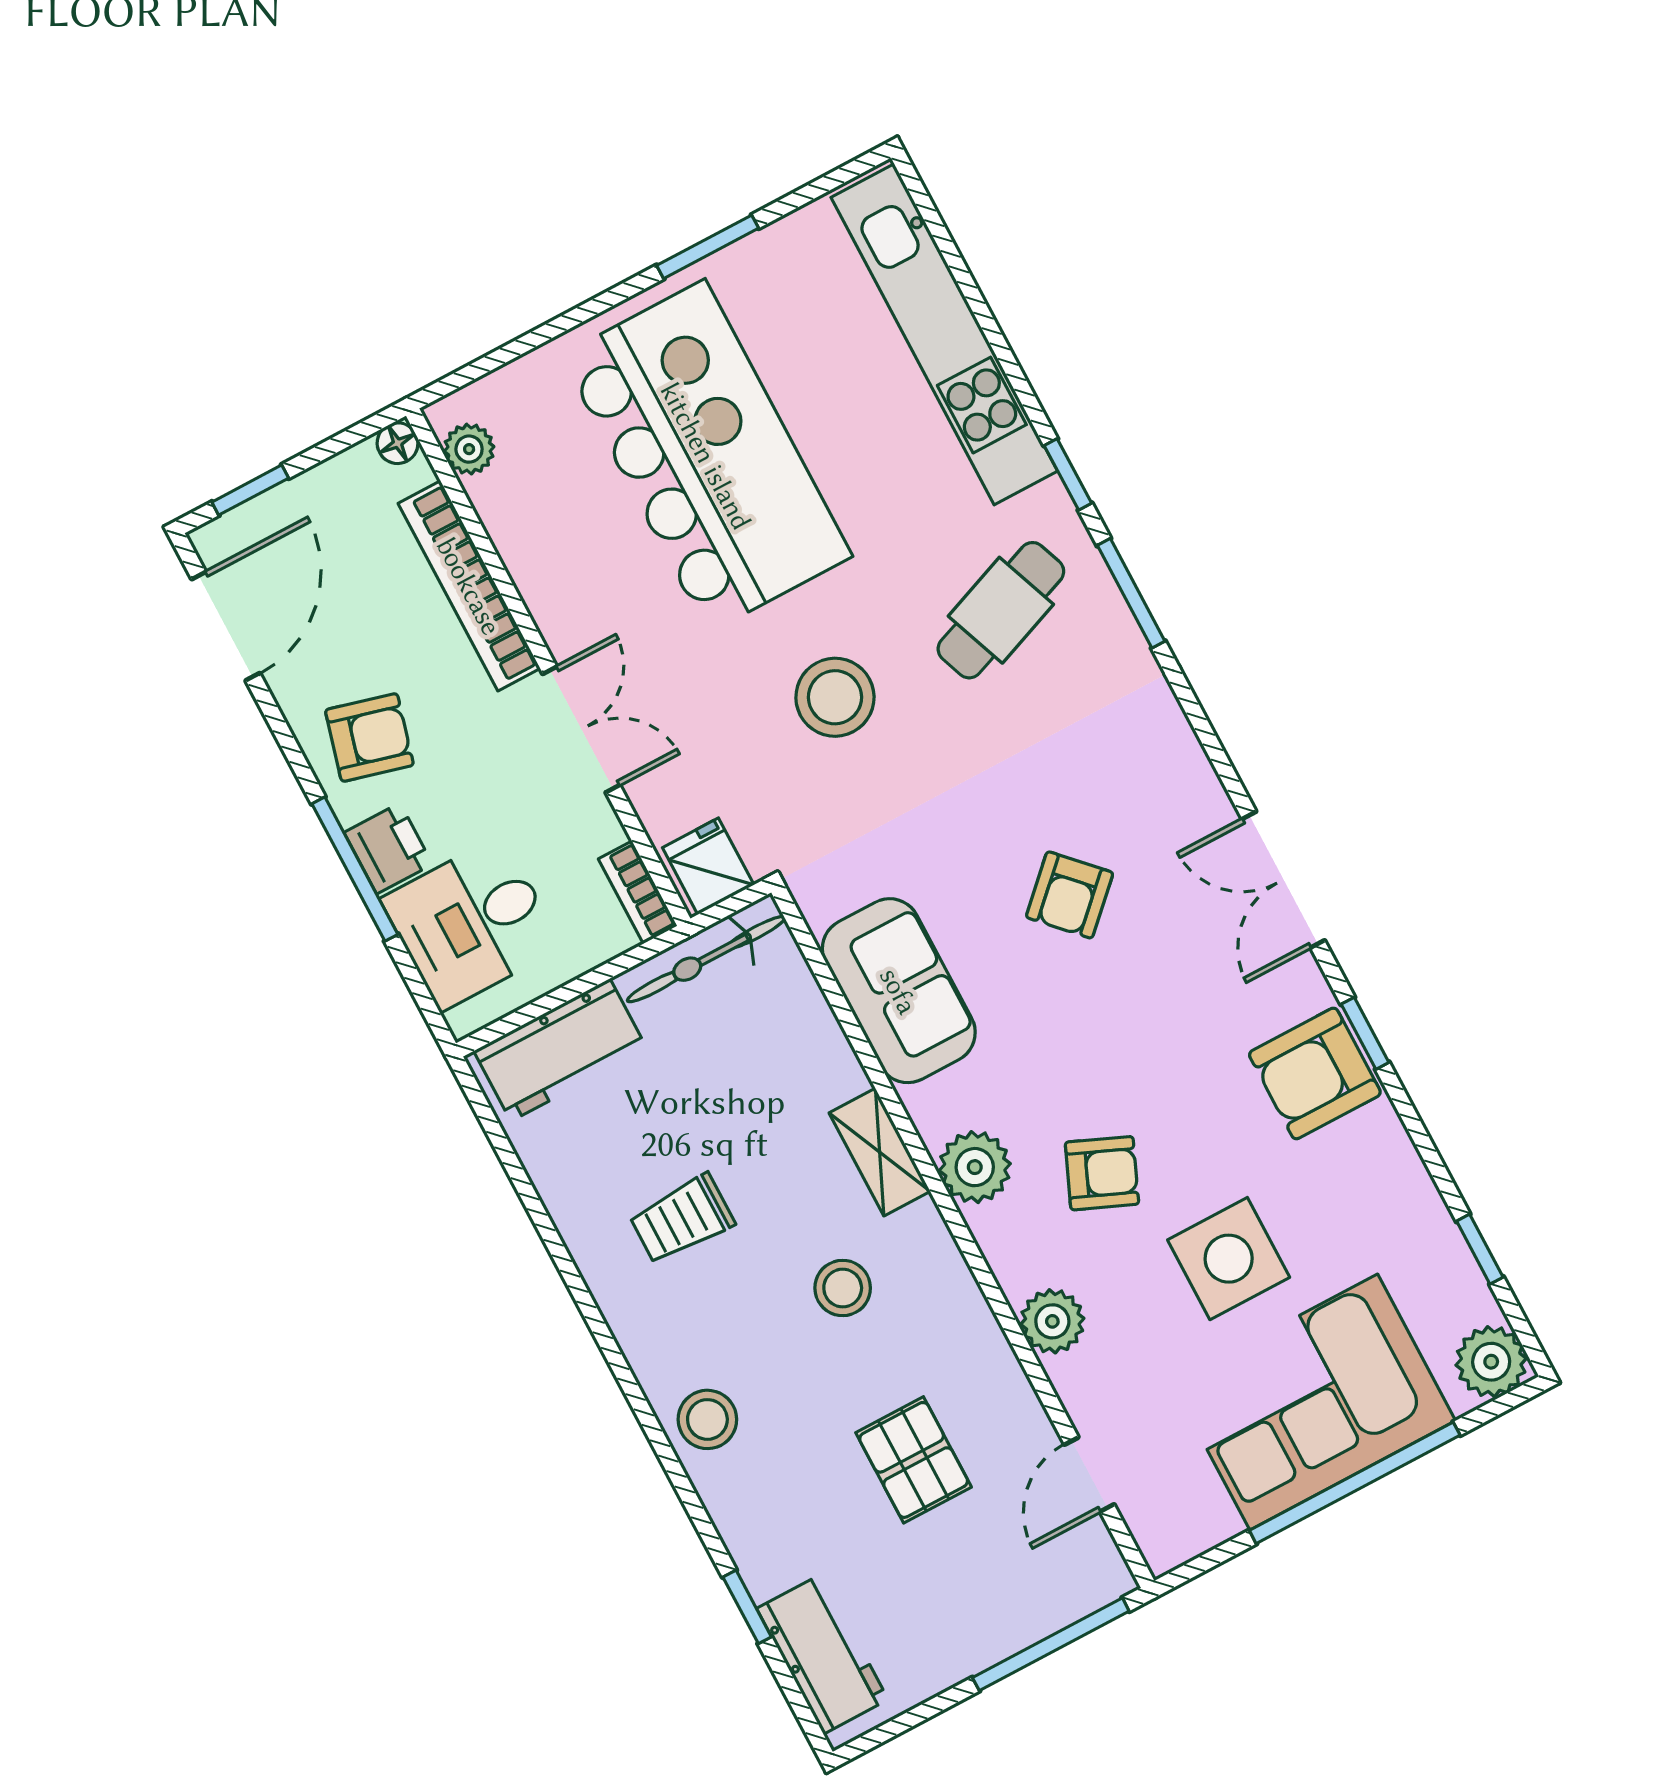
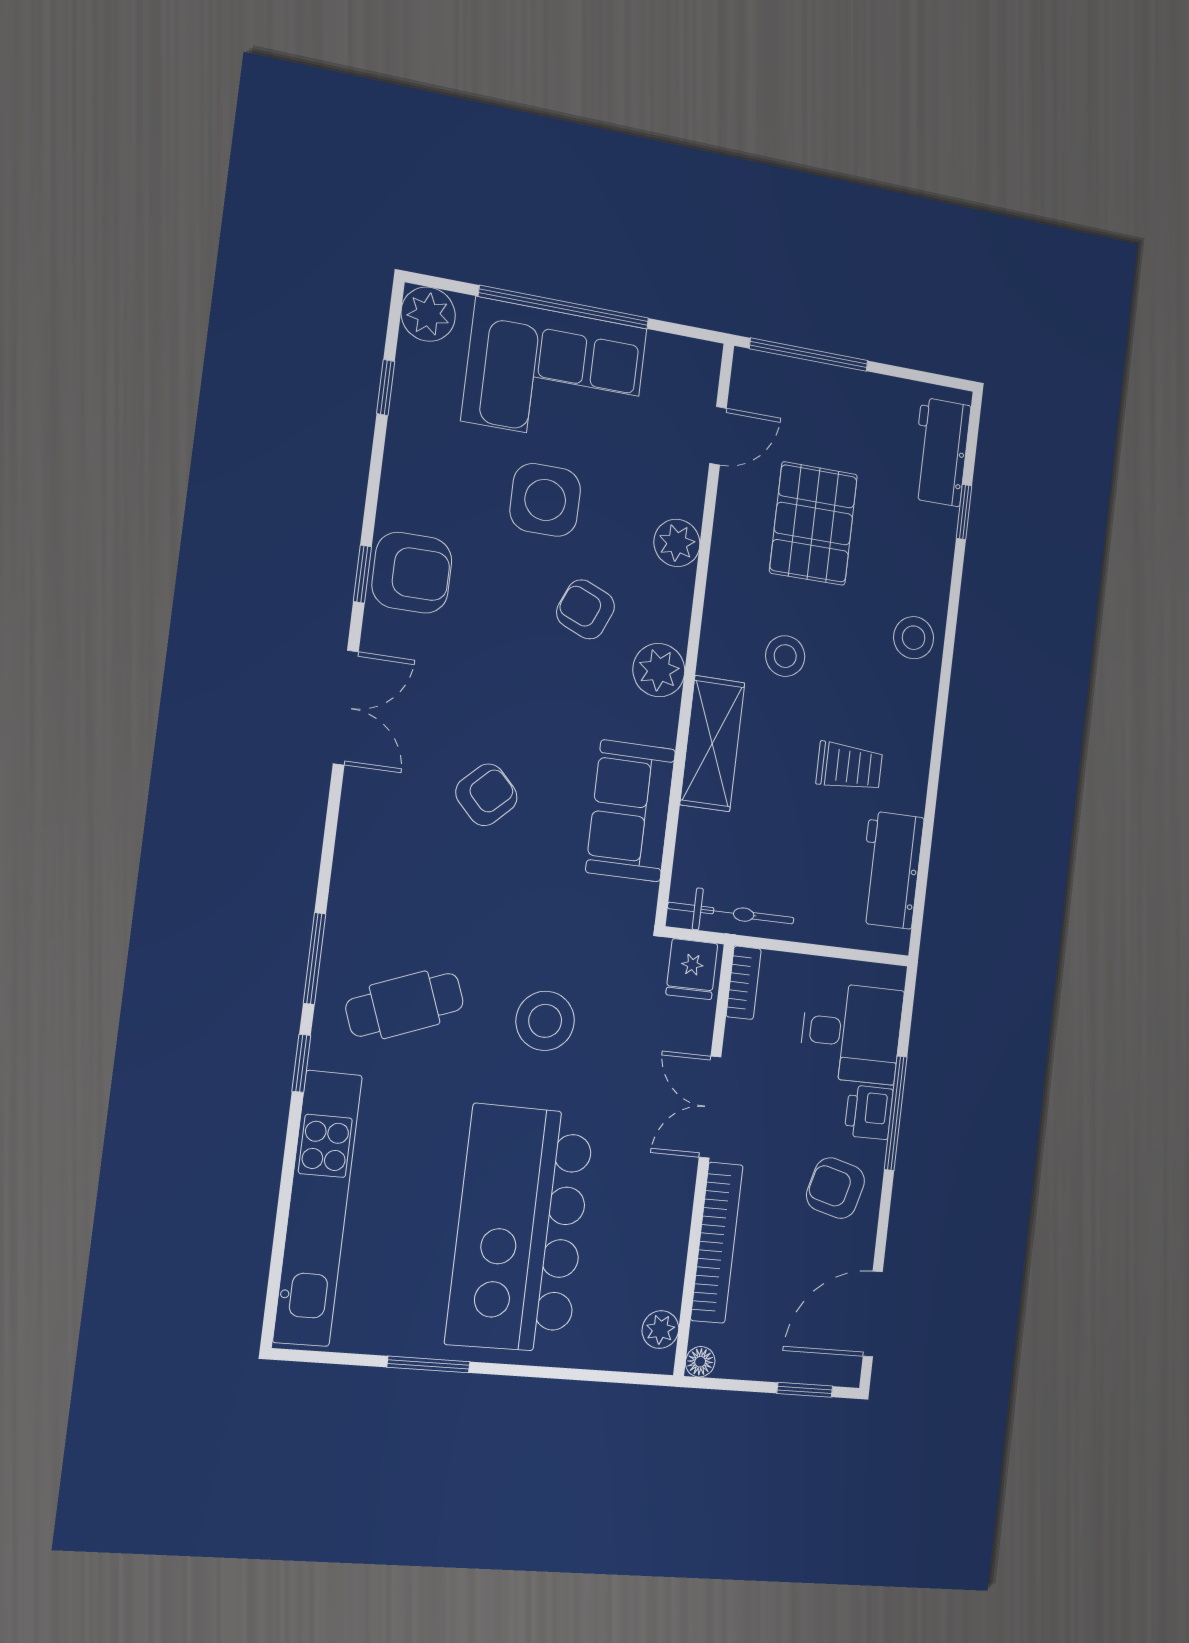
workbench: (560, 1050) -> (891, 870), moved, turned -90
shelving: (880, 1152) -> (712, 744), width x1.50, depth x1.33
pallet: (914, 1460) -> (813, 524), width x1.50, depth x1.42

